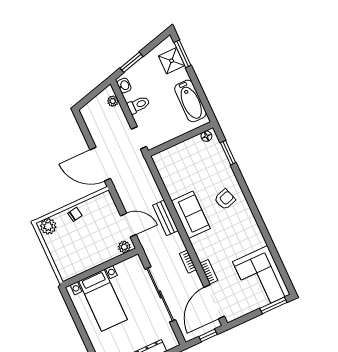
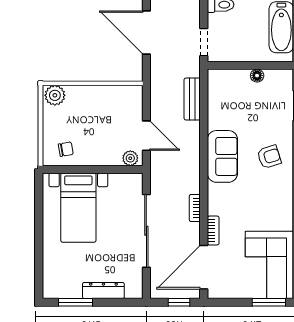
floor lamp: (206, 136) -> (257, 76), moved
door: (100, 164) -> (146, 32), moved
chair: (75, 214) -> (66, 149), moved
bench: (165, 218) -> (192, 99), moved

